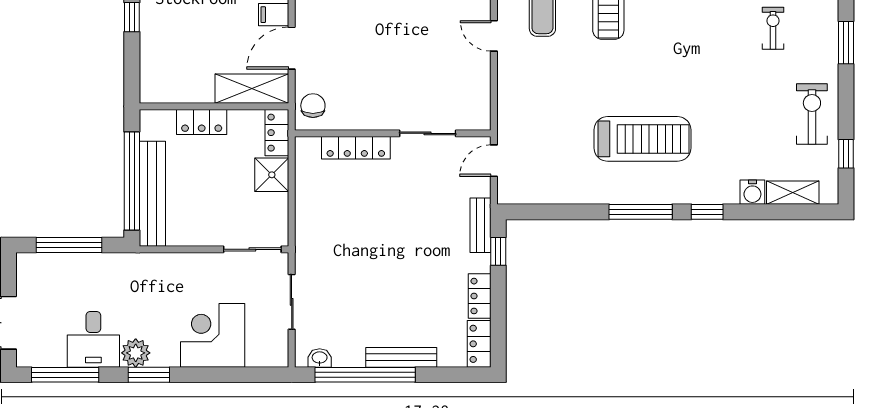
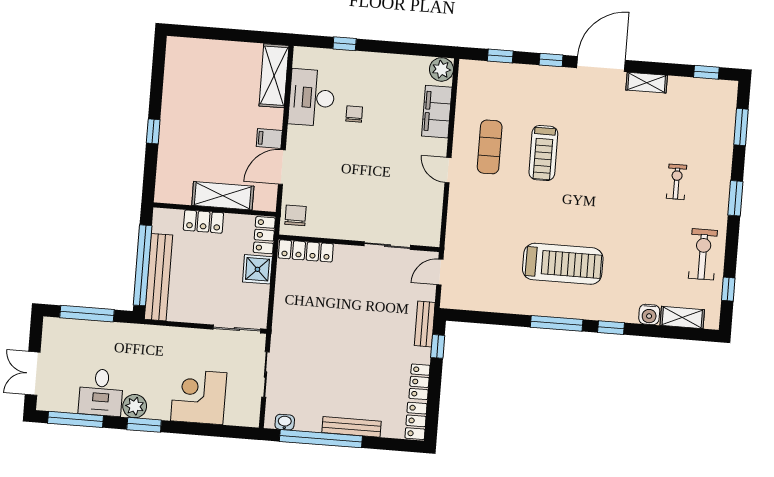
shelving: (252, 89) -> (223, 196), moved
locker: (356, 148) -> (306, 251), moved

